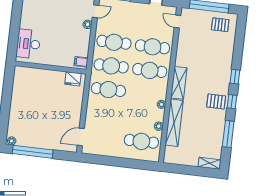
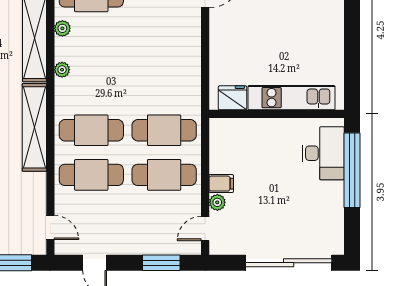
window: (14, 33) -> (352, 170), added
filing cabinet: (81, 62) -> (221, 184), moved
kitchen unit: (42, 75) -> (292, 98), added
shelving: (179, 83) -> (34, 127), width x1.47
cafe table: (108, 90) -> (164, 86), removed

